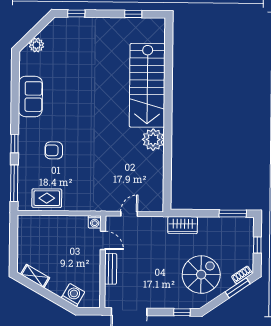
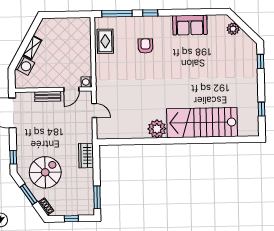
spiral stairs: (201, 275) -> (45, 172), turned -90
shelving: (35, 276) -> (32, 48), moved
window: (238, 288) -> (29, 194), moved

